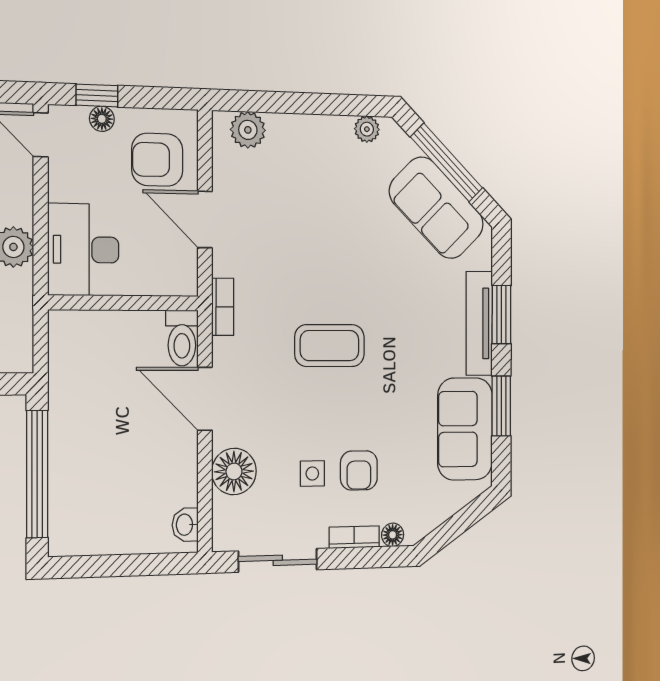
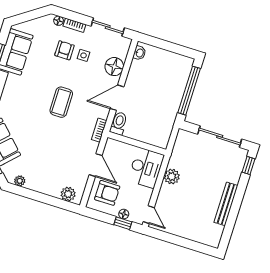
coffee table: (330, 346) -> (61, 102), turned 90
door: (205, 399) -> (117, 98), swing flipped

